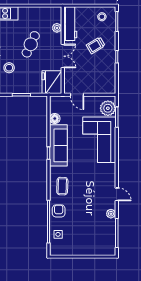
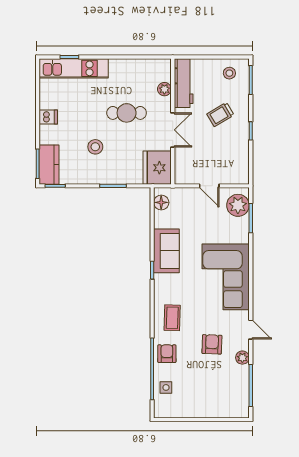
cafe table: (31, 44) -> (127, 113), turned 65
door: (77, 95) -> (209, 186), moved
floor lamp: (55, 119) -> (161, 202), moved
corner sofa: (99, 140) -> (226, 277), moved
sofa: (58, 145) -> (166, 251), width x0.73
armchair: (90, 205) -> (212, 344), added

